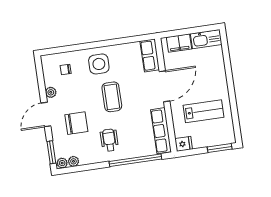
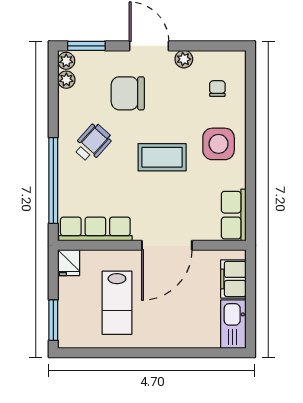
row of seats: (150, 55) -> (234, 215), moved, turned -90
door: (165, 86) -> (167, 245), hinge flipped
chair: (76, 123) -> (128, 93), turned 90
wheelchair: (109, 140) -> (92, 143), turned -48

